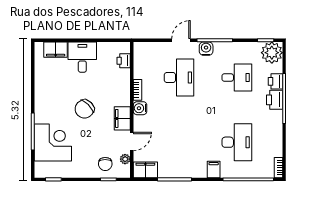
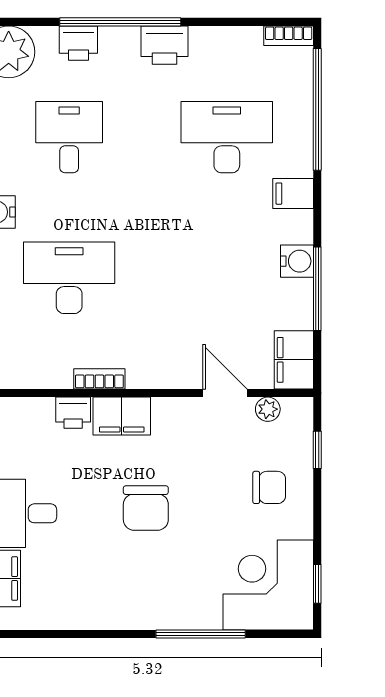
printer: (124, 61) -> (73, 413), moved
printer: (275, 100) -> (165, 45), moved
water cooler: (140, 108) -> (297, 261), moved, turned -90
chair: (84, 109) -> (146, 508), turned 45
filing cabinet: (122, 118) -> (122, 416), moved
corner desk: (53, 143) -> (268, 585), moved
chair: (105, 164) -> (269, 487), moved

